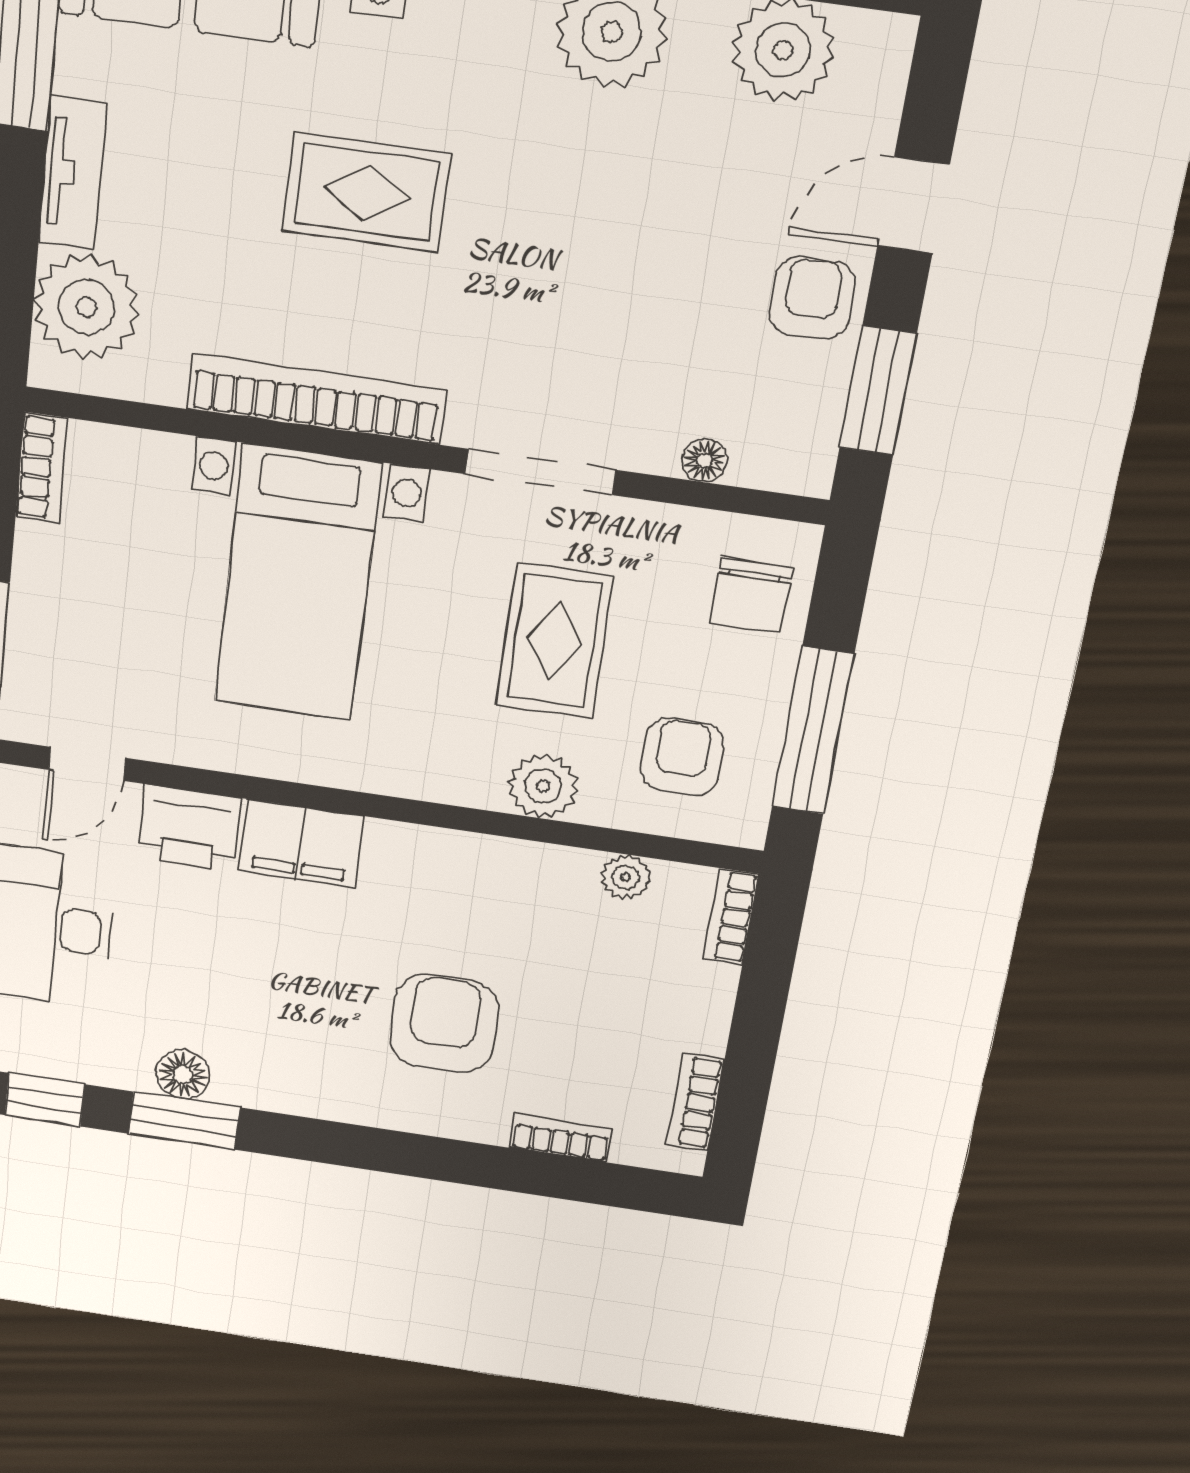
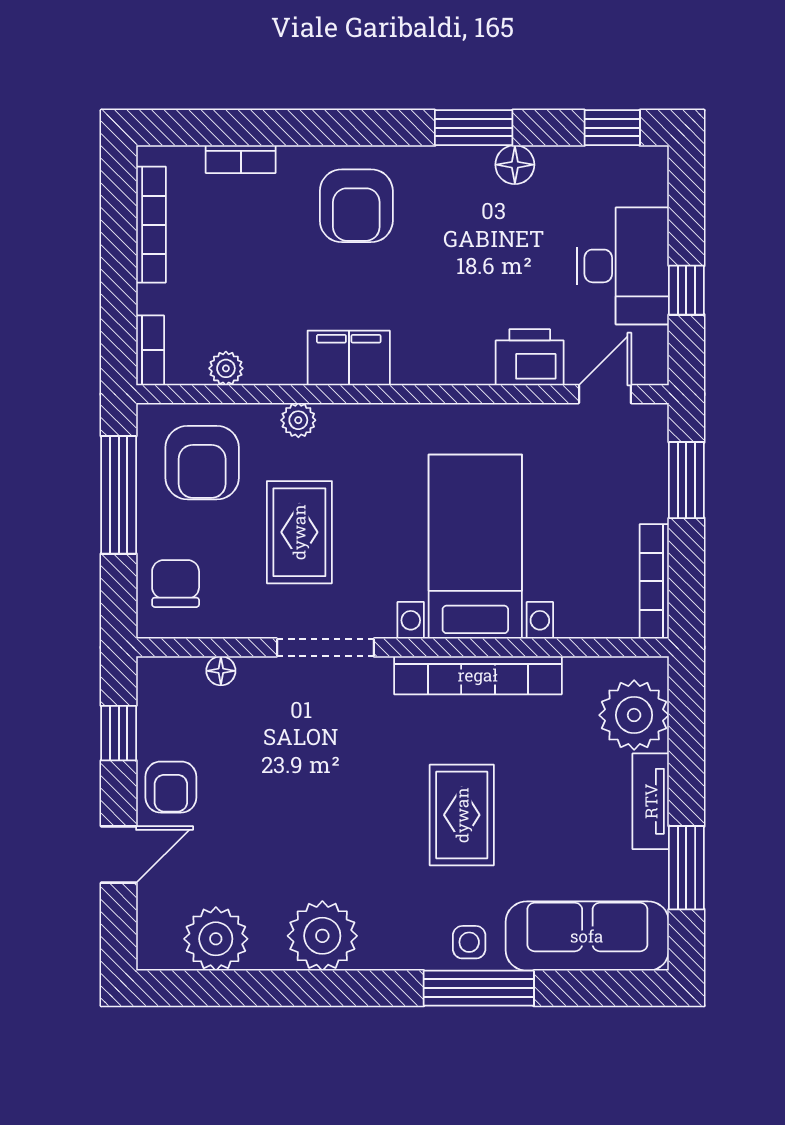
rug: (366, 192) -> (462, 815), turned 90
window: (878, 391) -> (119, 733), width x0.67
bookcase: (41, 468) -> (654, 581), width x1.56
armchair: (682, 757) -> (202, 463), width x1.38, depth x1.38
plant: (543, 786) -> (298, 420), width x0.73, depth x0.73
filing cabinet: (301, 844) -> (349, 358), moved
armchair: (444, 1024) -> (356, 206), moved
bookcase: (695, 1102) -> (151, 225), width x1.56
window: (184, 1121) -> (474, 128), moved

